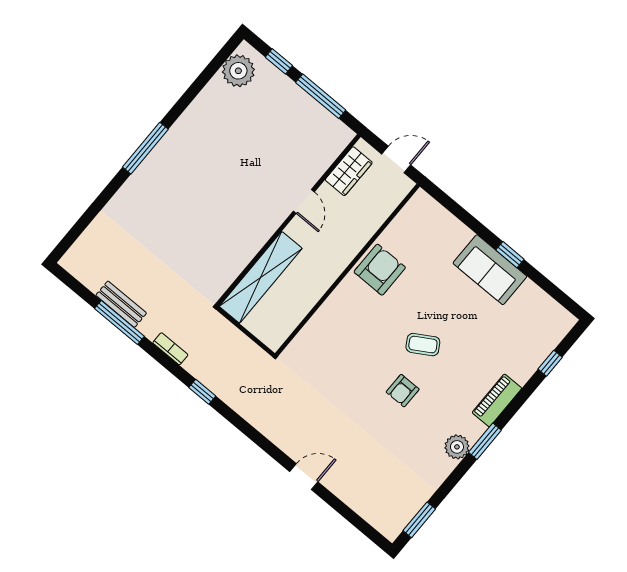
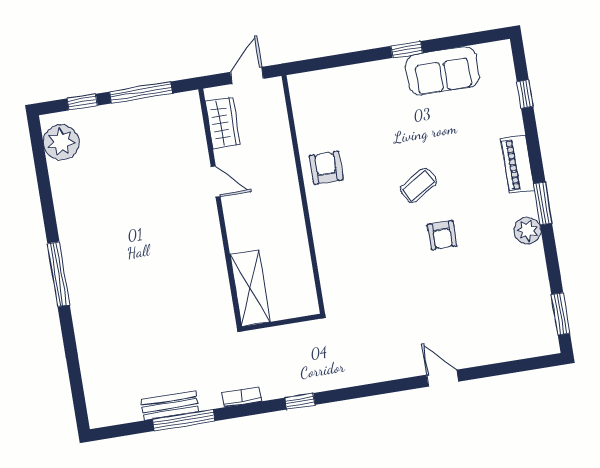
armchair: (380, 270) -> (326, 168), width x0.72, depth x0.72
sofa: (490, 270) -> (443, 71), moved
shelving: (261, 277) -> (250, 288), width x0.68
door: (304, 477) -> (443, 378), hinge flipped

